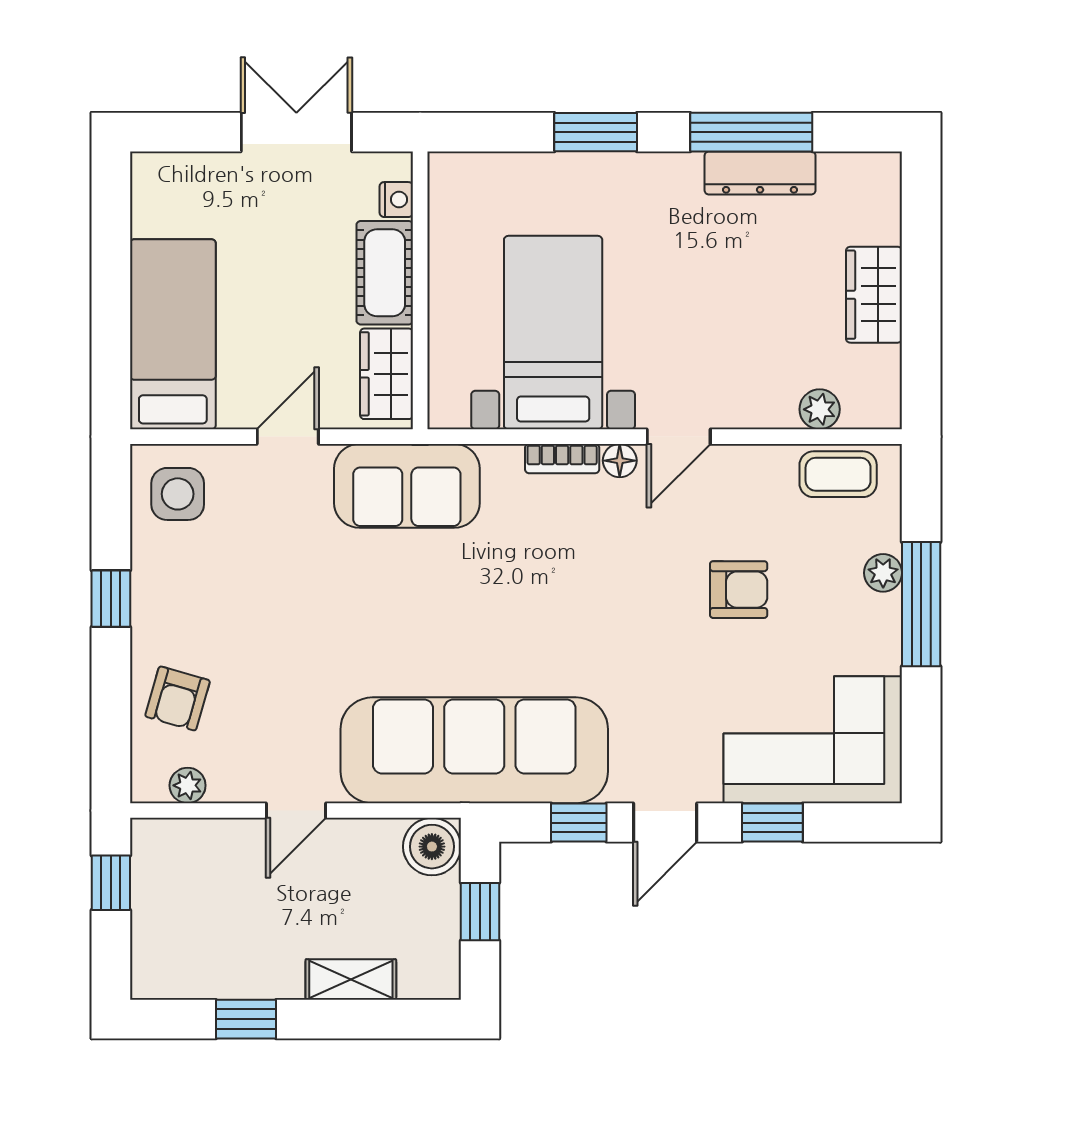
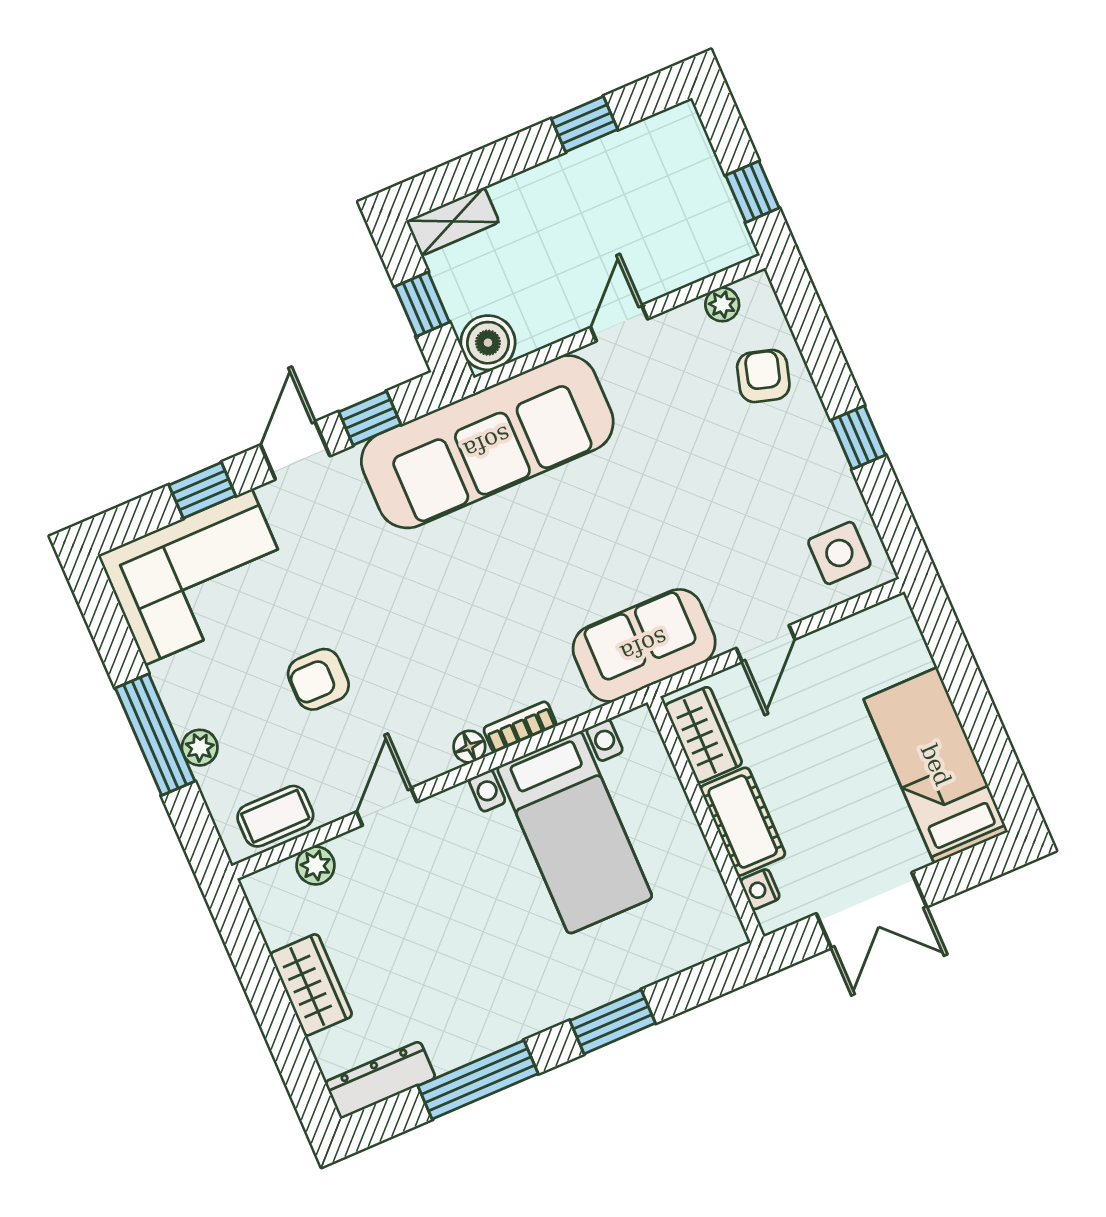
dresser: (760, 173) -> (380, 1080), moved
bed: (173, 334) -> (936, 765), moved, turned 180
door: (679, 437) -> (387, 807), moved
shelving: (351, 979) -> (453, 221), moved

